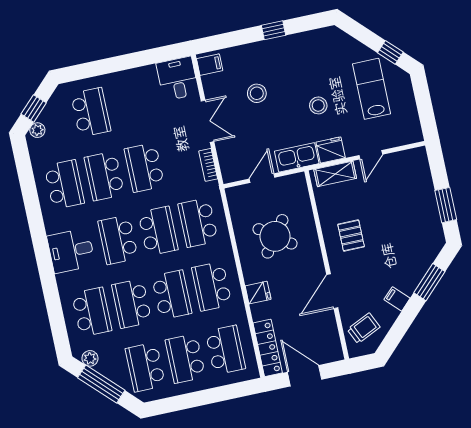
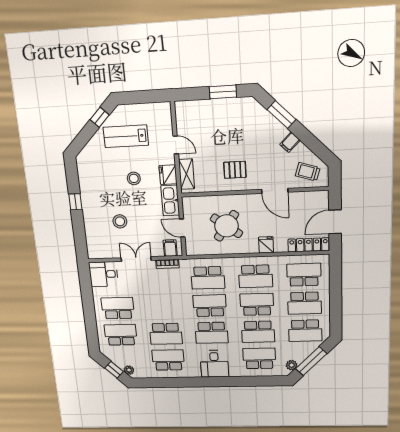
filing cabinet: (210, 65) -> (170, 248), moved
school desk: (144, 167) -> (118, 308), moved, turned 180
trolley: (364, 328) -> (308, 172), turned -48

